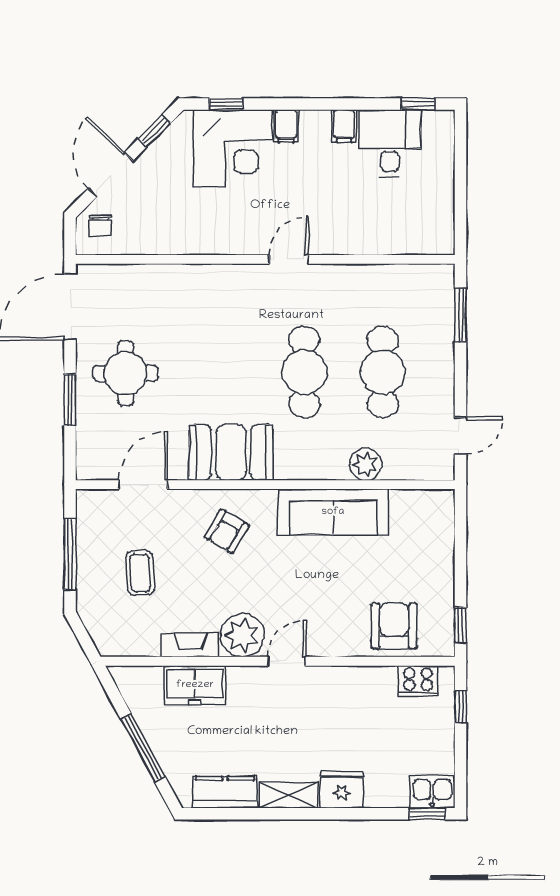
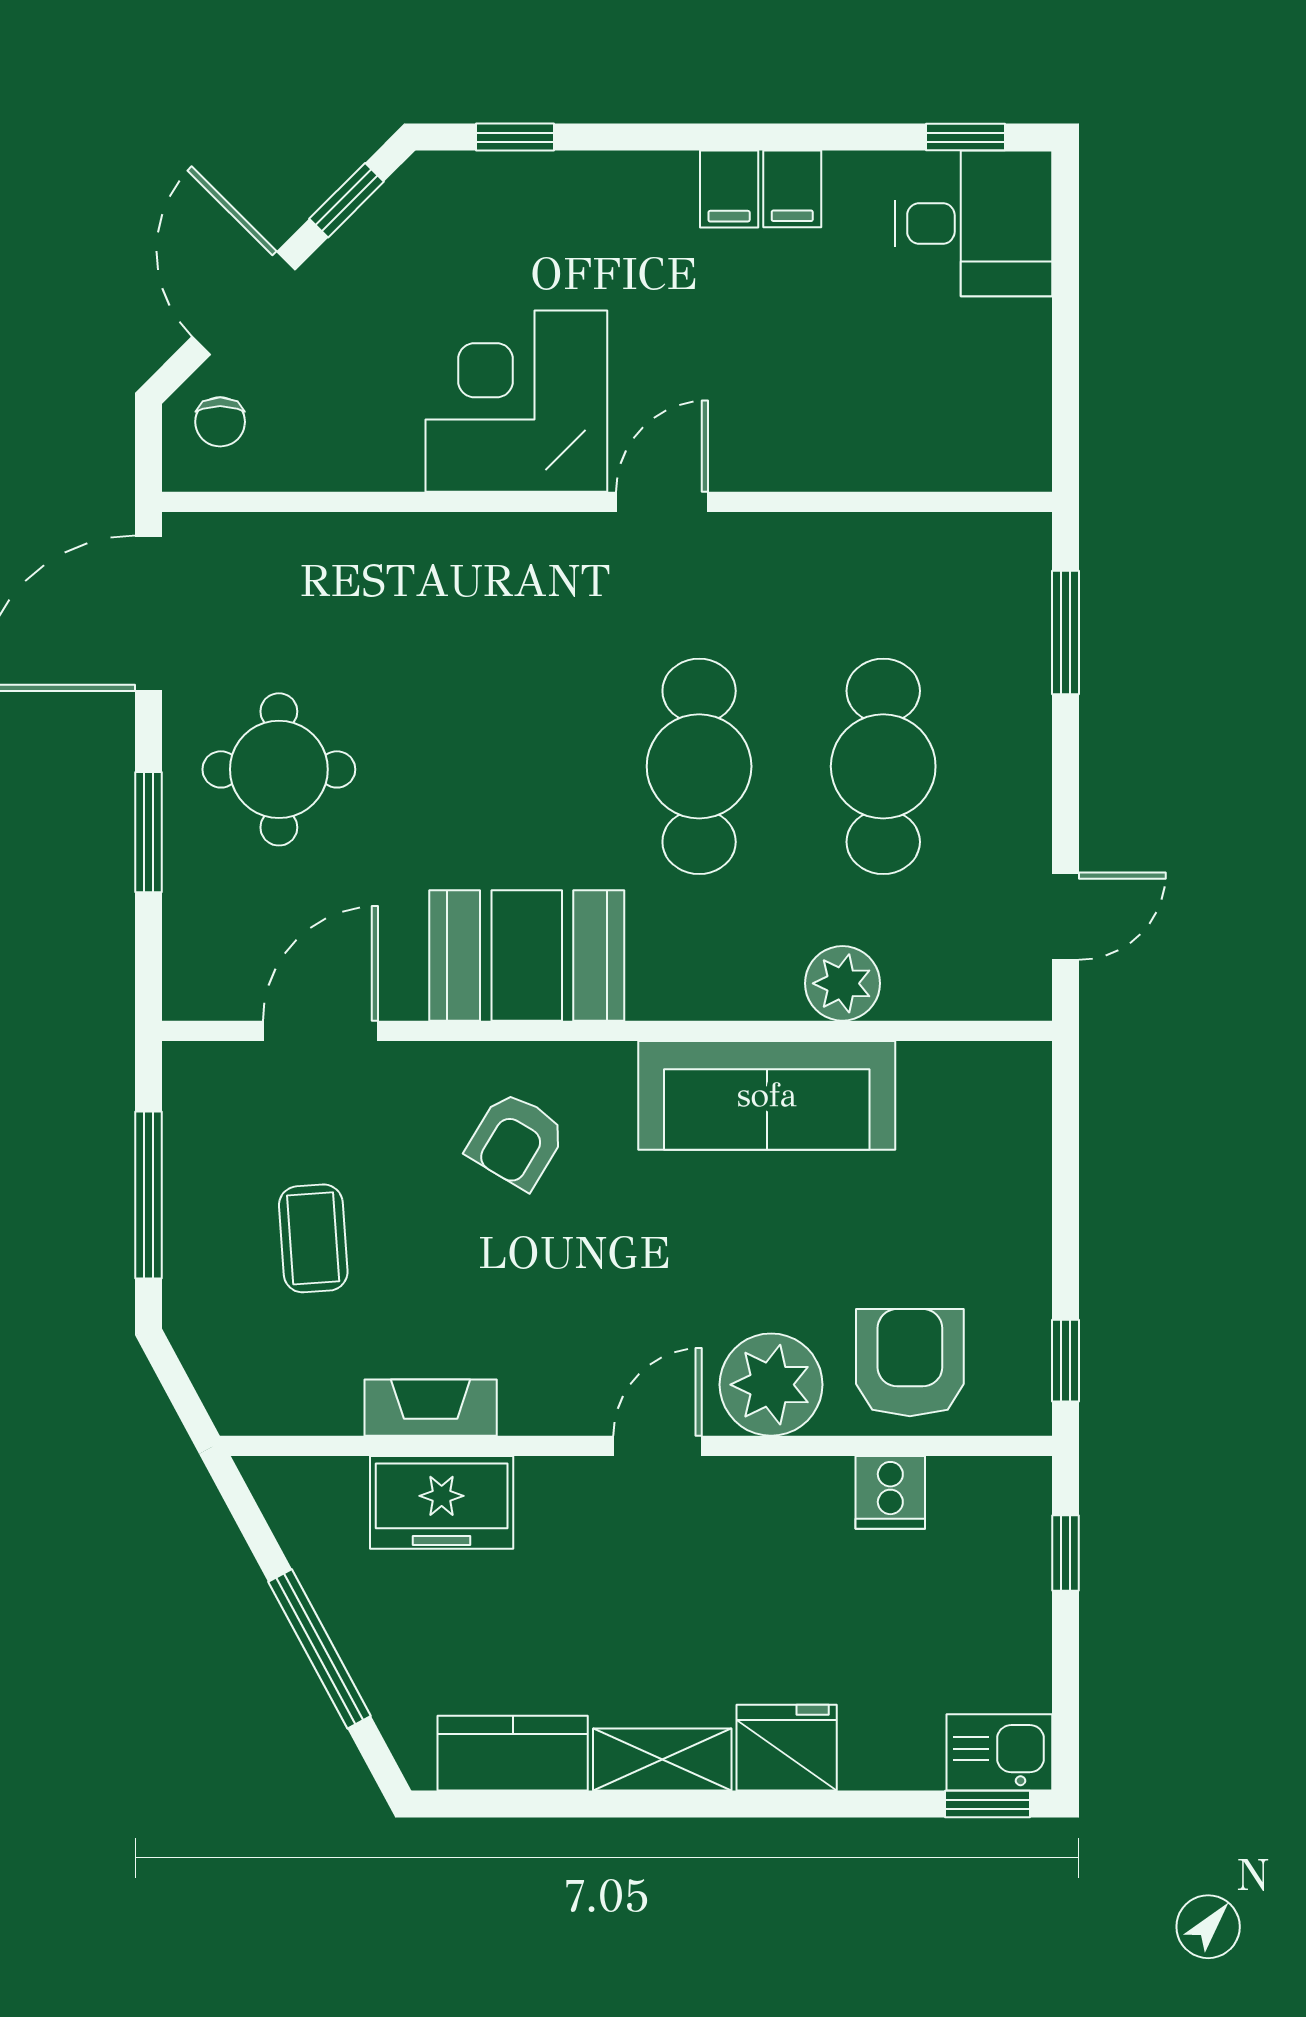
filing cabinet: (286, 126) -> (729, 189), moved
desk: (390, 143) -> (973, 223), moved, turned 90
corner desk: (233, 148) -> (516, 401), moved, turned 180
plant: (242, 635) -> (771, 1385), moved
cooker: (418, 681) -> (890, 1492), moved, width x0.73

